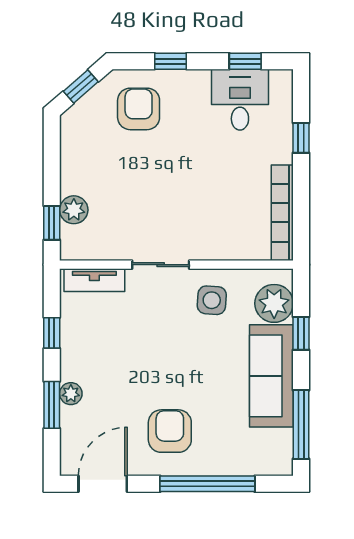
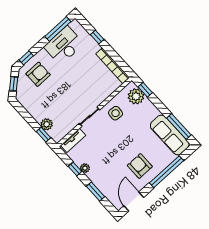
window: (171, 61) -> (26, 58), moved
window: (245, 61) -> (58, 29), width x2.17
desk: (240, 100) -> (64, 45), width x1.37
armchair: (139, 109) -> (38, 74), turned 90
window: (301, 333) -> (145, 90), moved
sofa: (271, 376) -> (170, 135), moved
plant: (71, 394) -> (85, 168), moved

